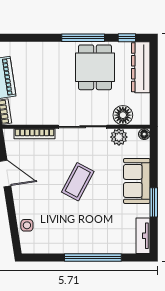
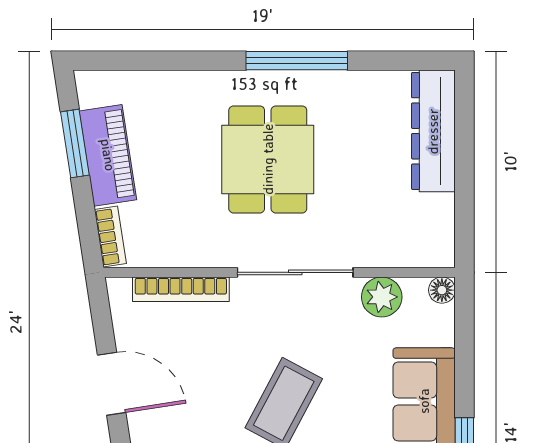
window: (127, 38) -> (401, 61), removed
dining table: (95, 67) -> (268, 159), moved
floor lamp: (123, 115) -> (391, 245), removed

